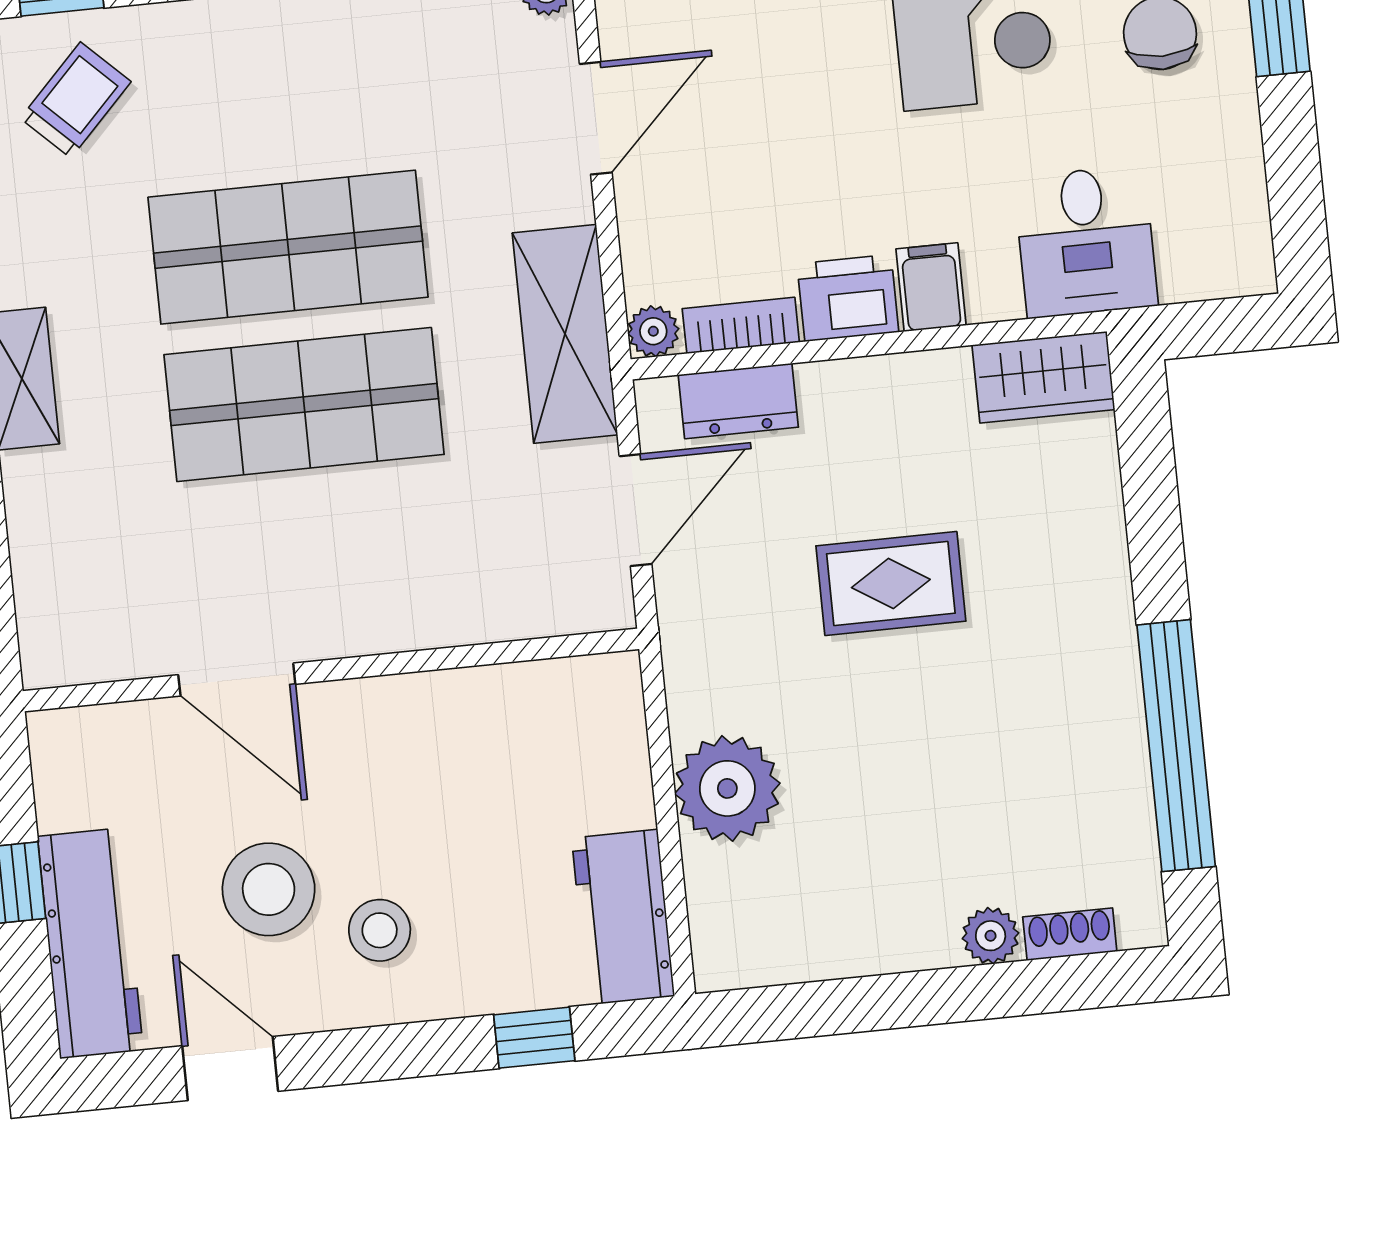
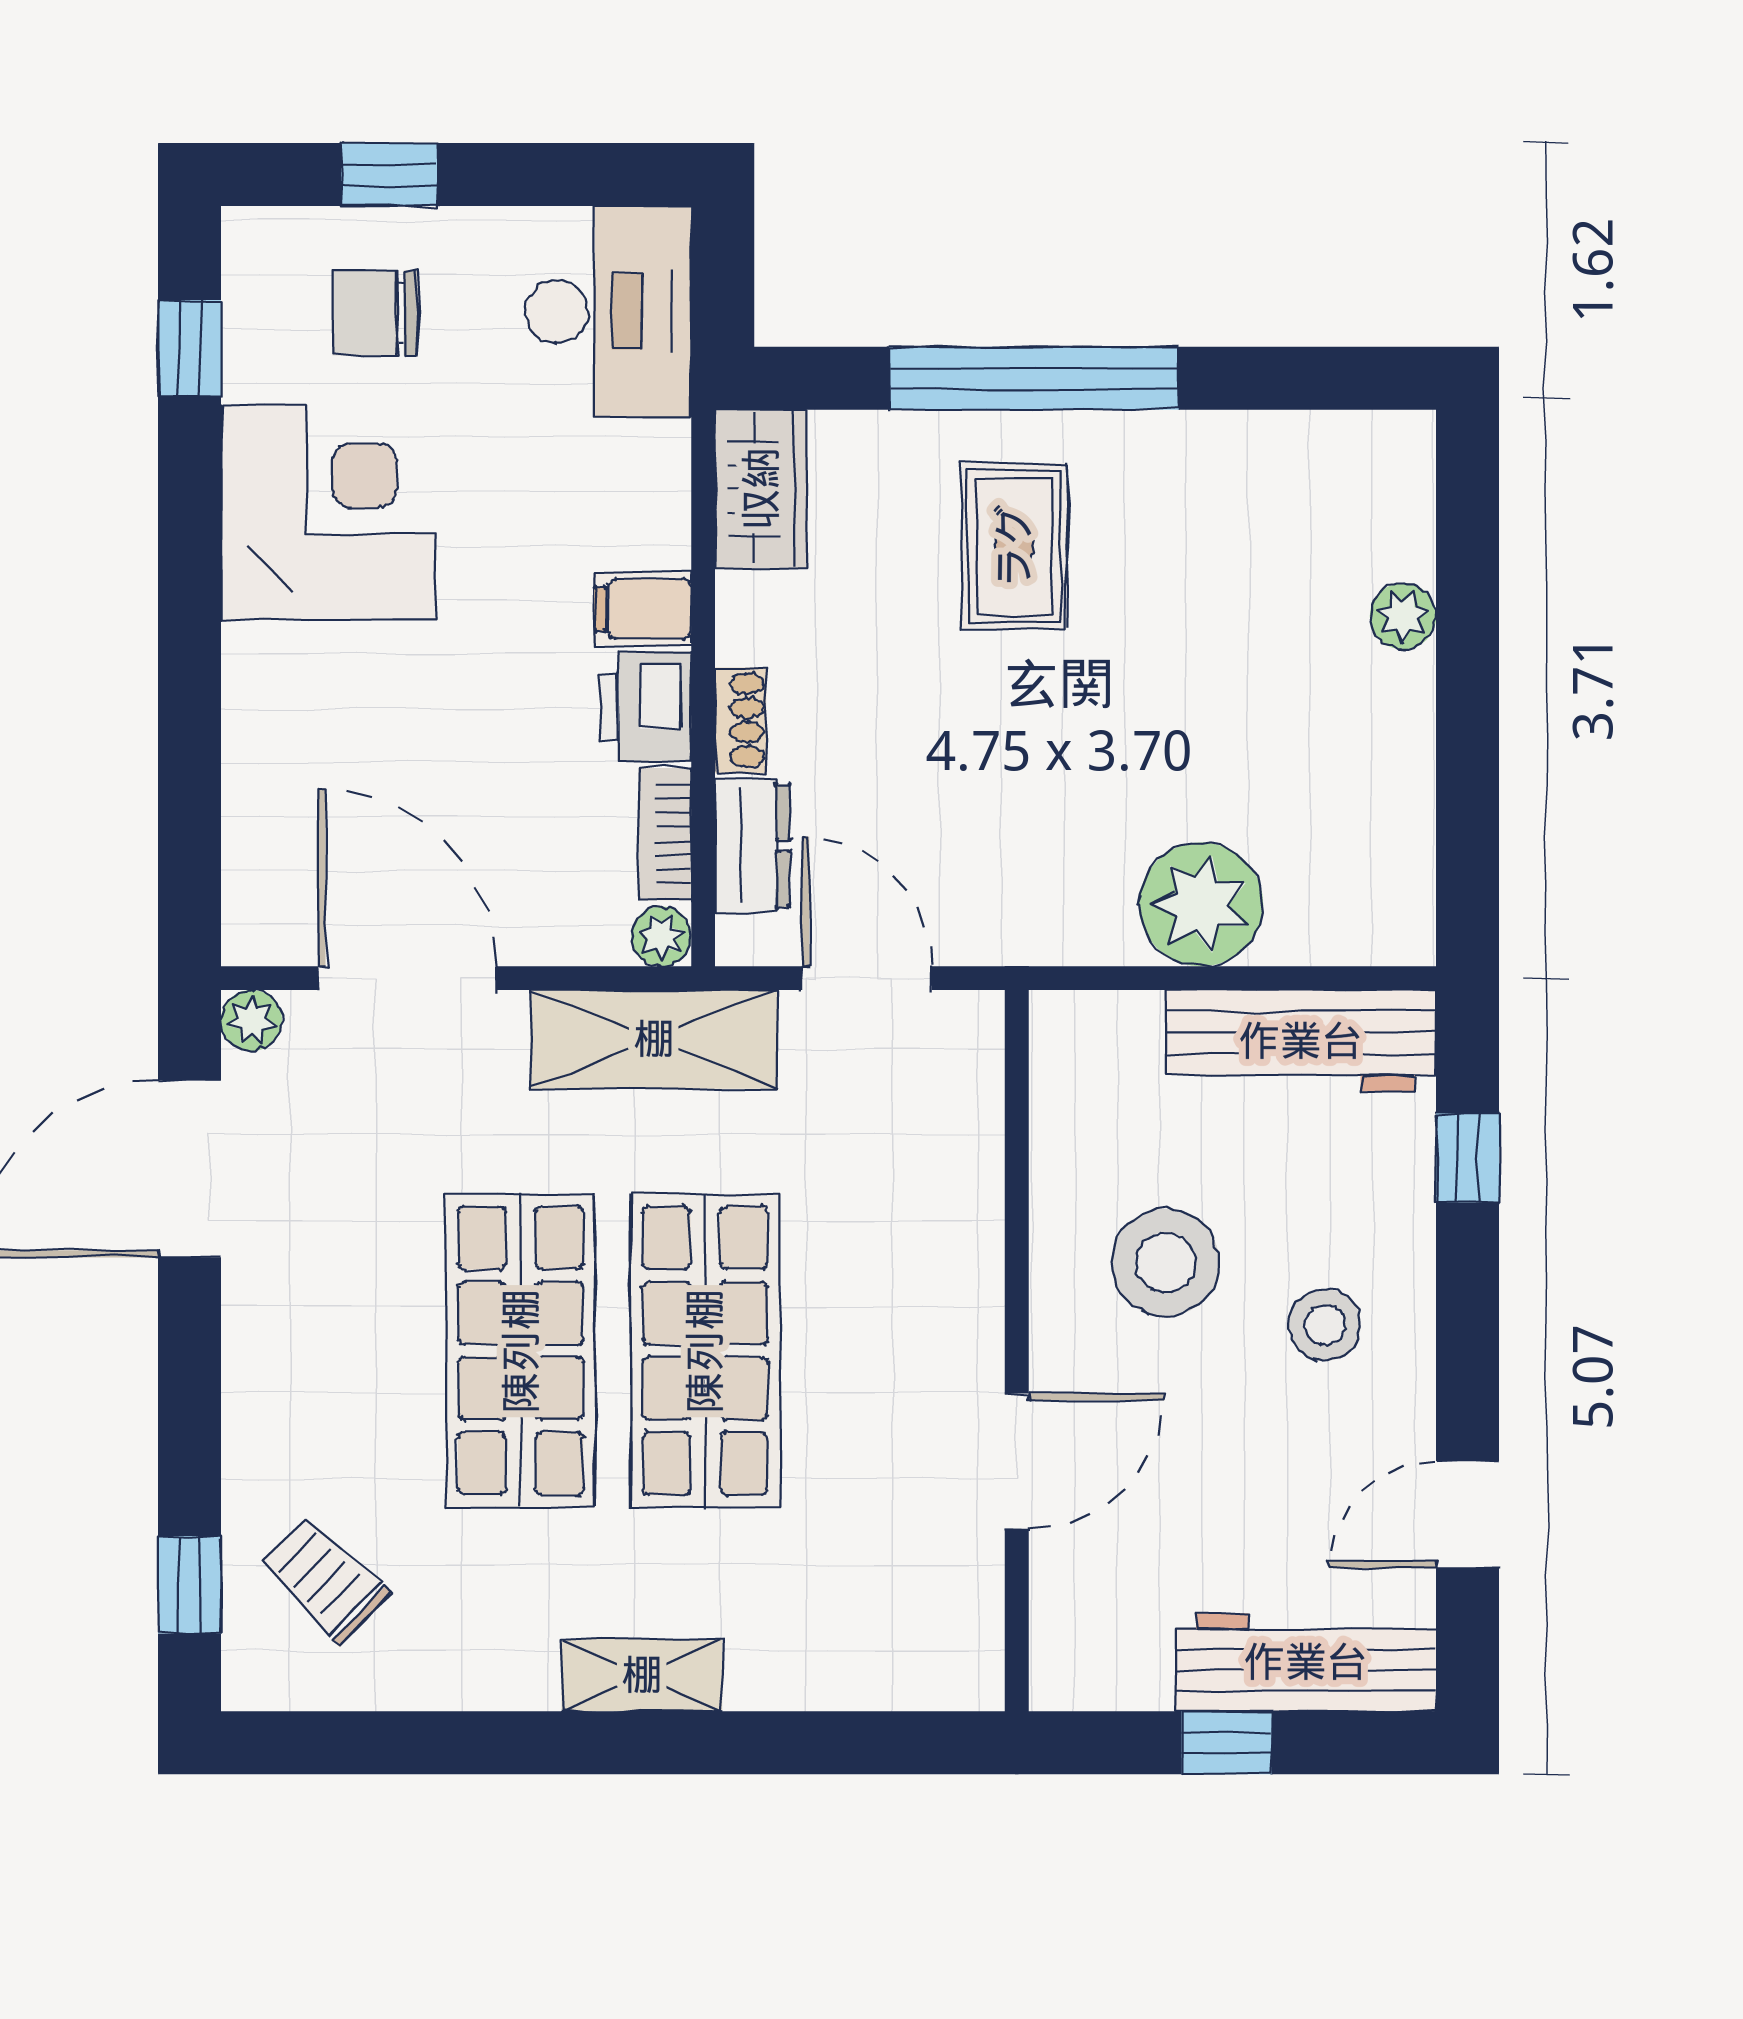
door: (596, 118) -> (407, 978), width x1.36
desk: (1086, 242) -> (608, 312), moved, width x1.37
rug: (891, 583) -> (1014, 546), moved
window: (1176, 746) -> (1034, 378), moved
stool: (269, 889) -> (1165, 1262), moved
workbench: (623, 917) -> (1301, 1041), width x1.38
shoe rack: (1070, 934) -> (740, 720), moved, turned 180

